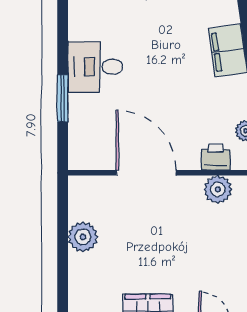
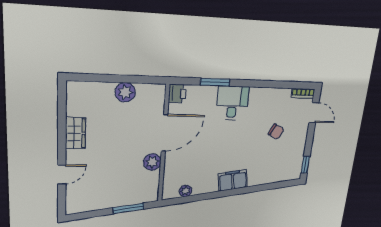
printer: (216, 157) -> (177, 93), moved
plant: (218, 189) -> (152, 162), moved

